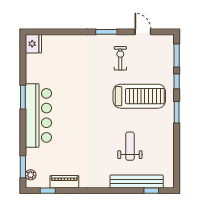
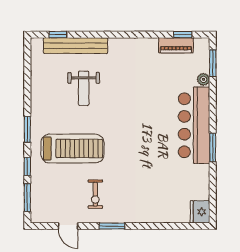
treadmill: (139, 96) -> (72, 149), turned 180
plant: (31, 175) -> (203, 79), moved
piano: (64, 182) -> (176, 45), moved

